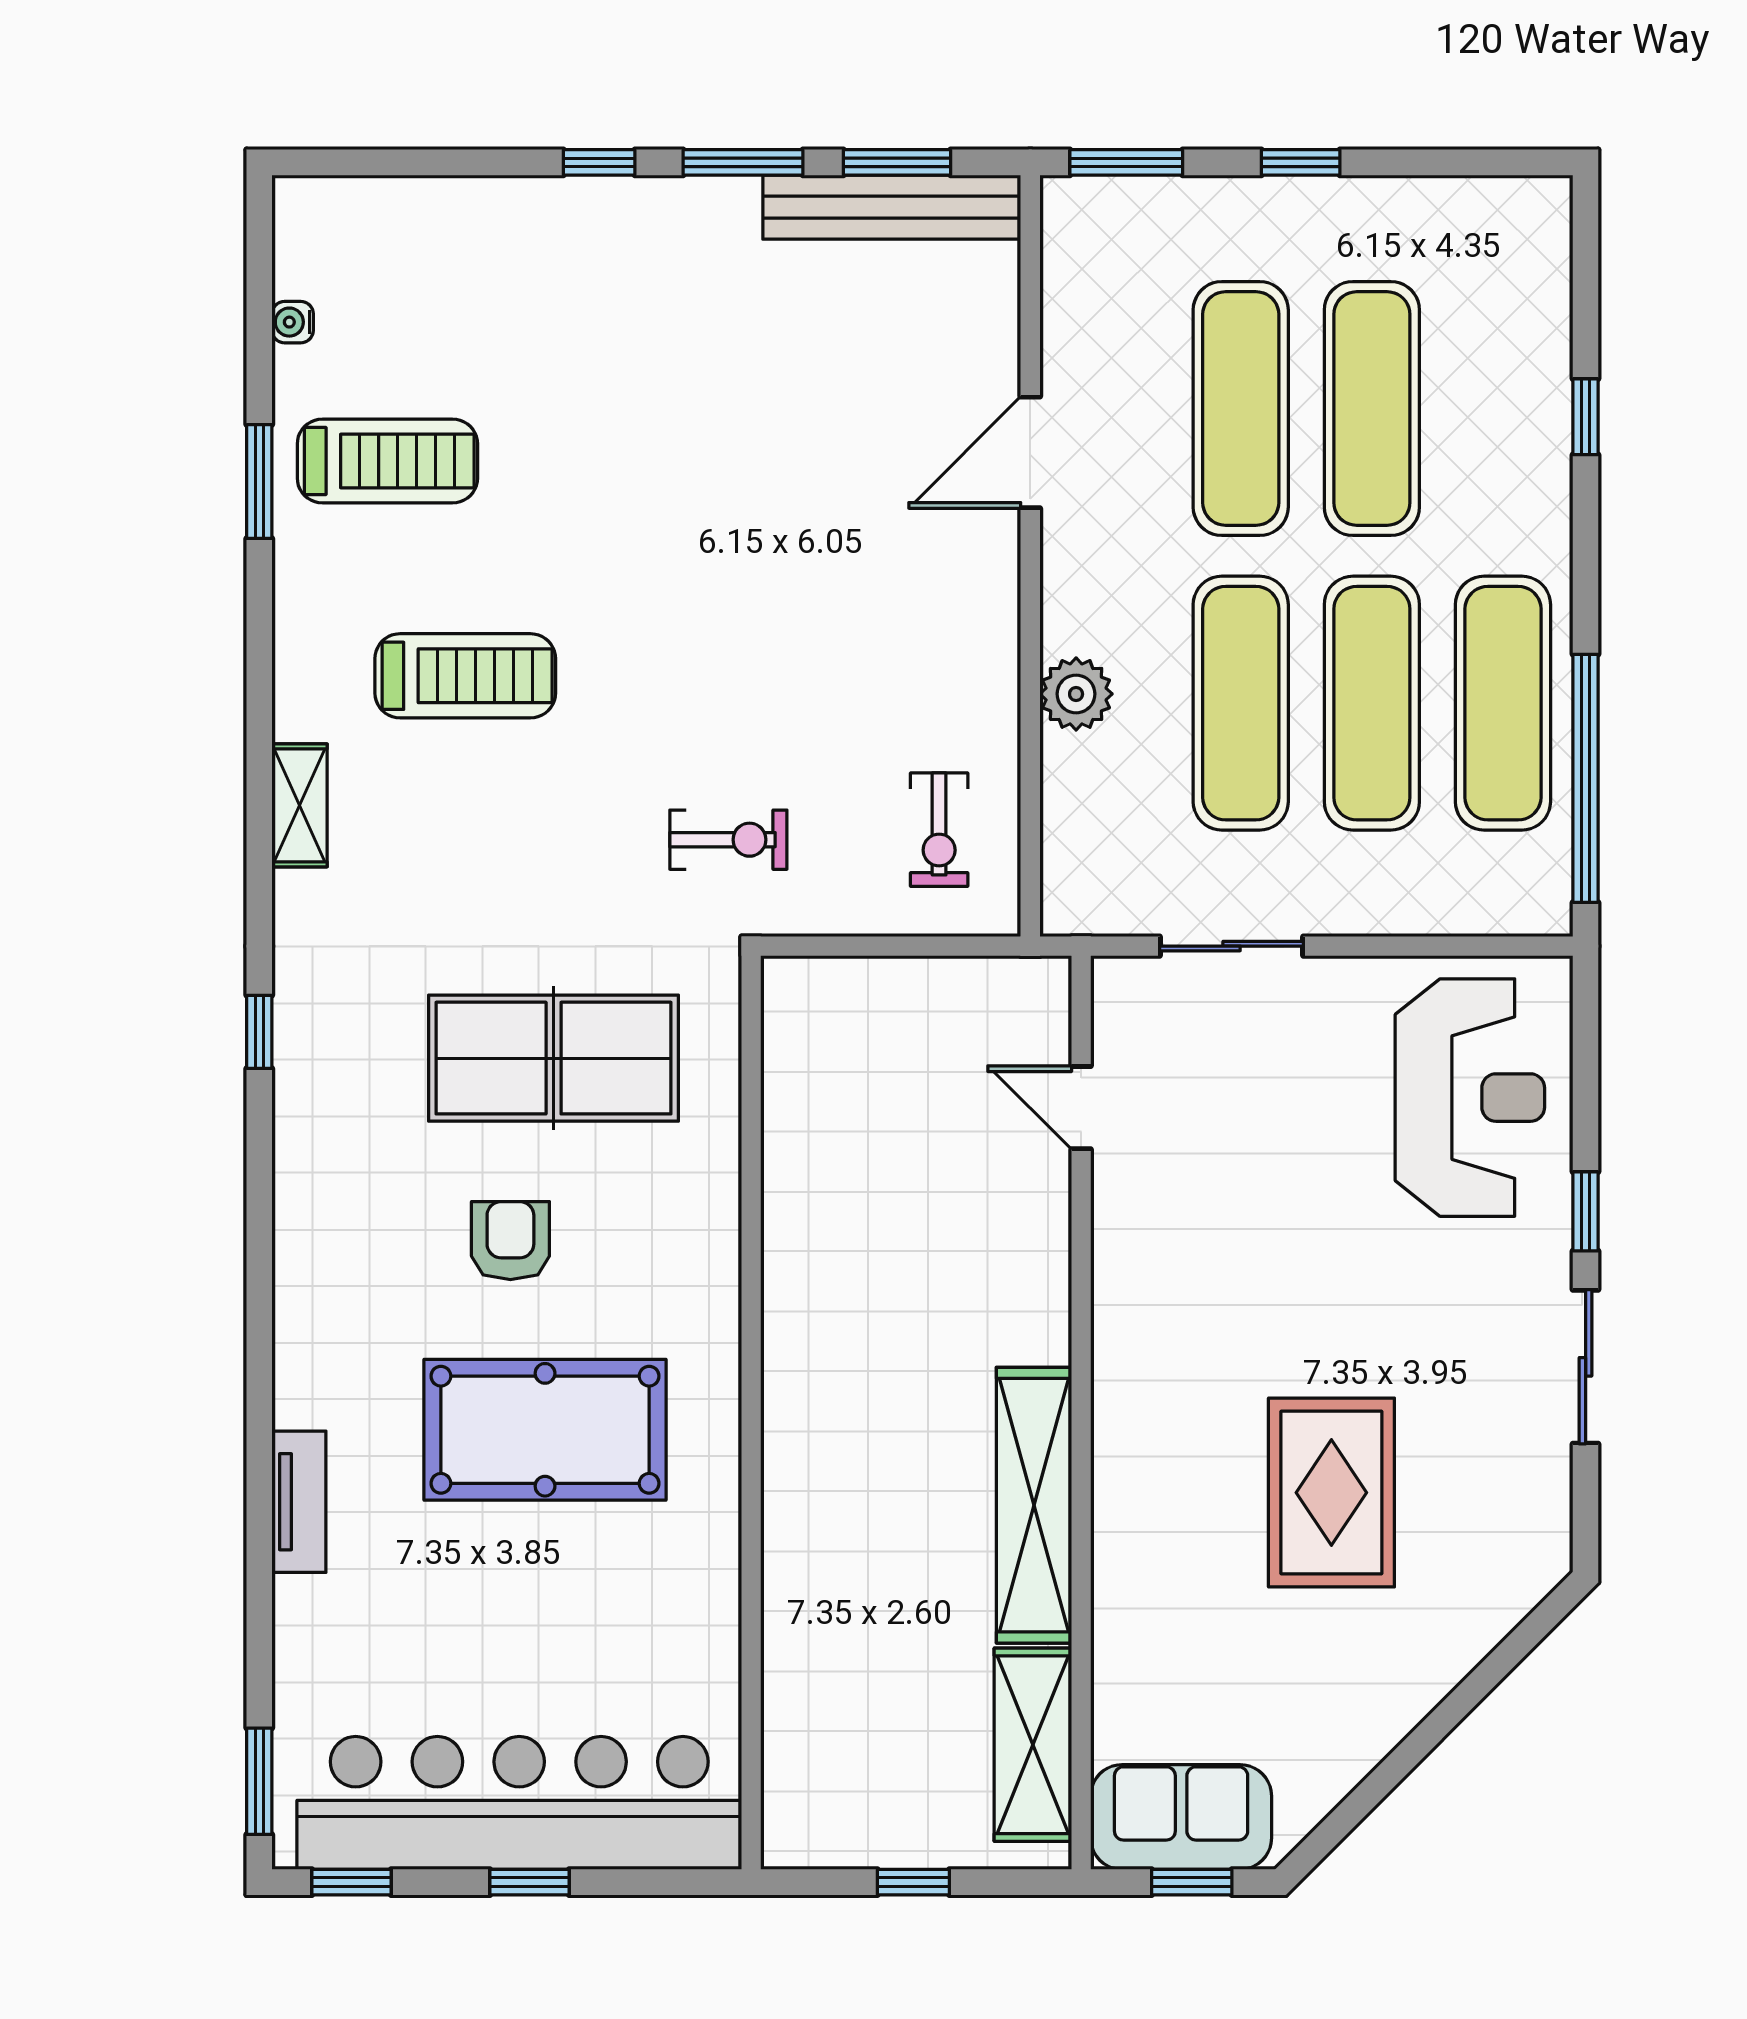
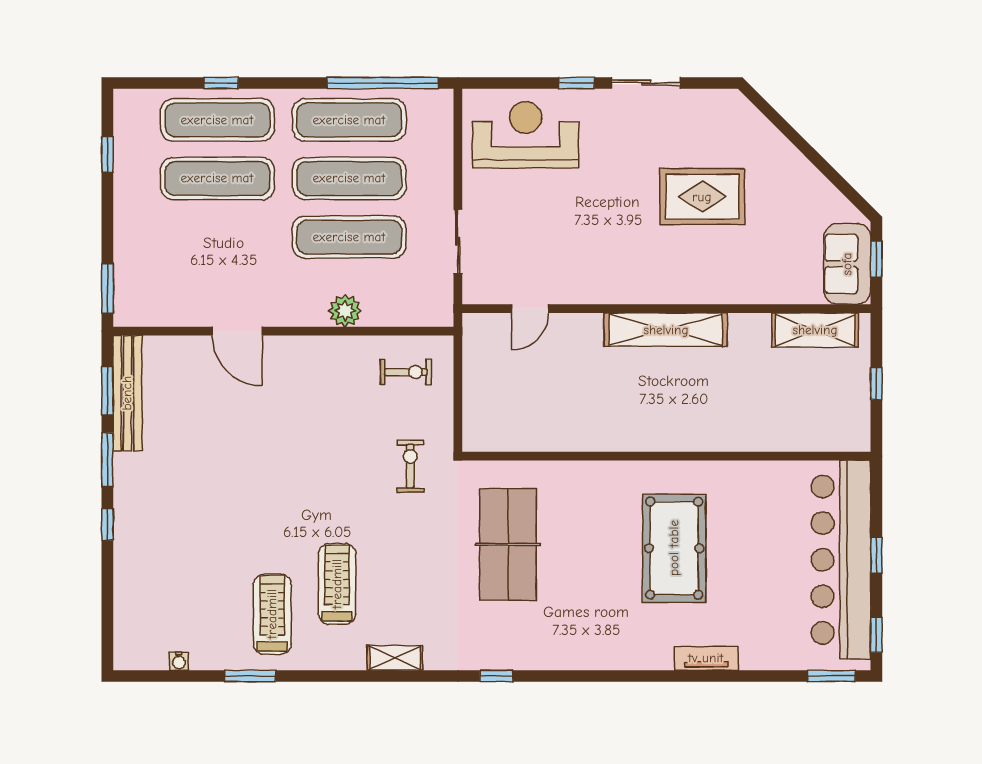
window: (1301, 162) -> (107, 154), moved
exercise mat: (1241, 408) -> (217, 120), moved
treadmill: (387, 461) -> (272, 614), moved
armchair: (510, 1241) -> (590, 564), removed
shelving: (1034, 1505) -> (666, 330), moved

